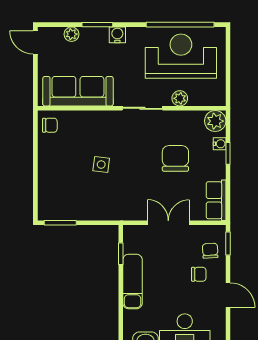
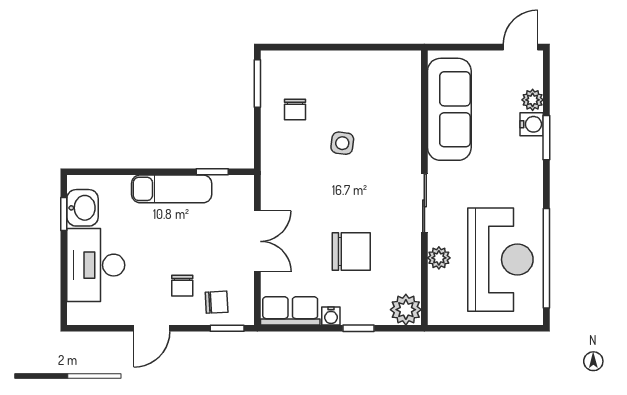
water cooler: (117, 35) -> (532, 124), moved
chair: (50, 125) -> (295, 110), moved
water cooler: (220, 144) -> (331, 316), moved

